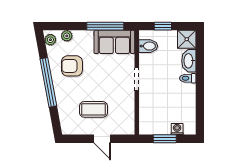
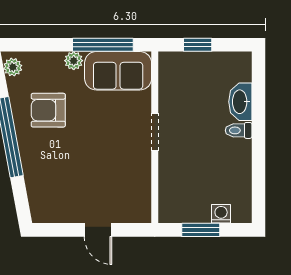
plant: (67, 36) -> (74, 61), moved
shower: (187, 39) -> (237, 66), removed
bidet: (148, 46) -> (174, 78), removed
coffee table: (93, 109) -> (84, 182), removed

